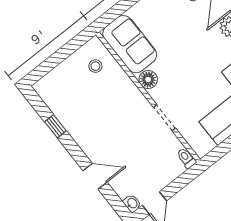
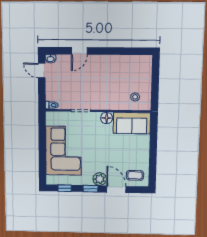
window: (55, 126) -> (121, 51), removed

